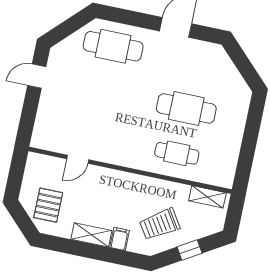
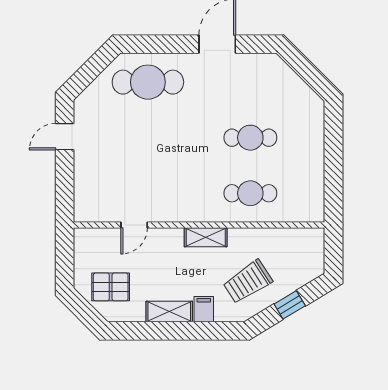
cafe table: (186, 108) -> (250, 138), width x0.73, depth x0.74
shelving: (207, 197) -> (206, 237), moved
pallet: (48, 205) -> (111, 287), turned 90

